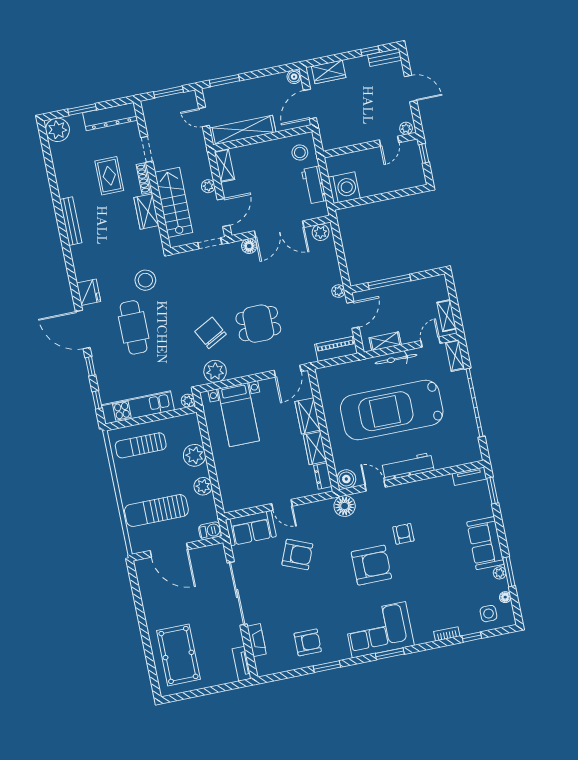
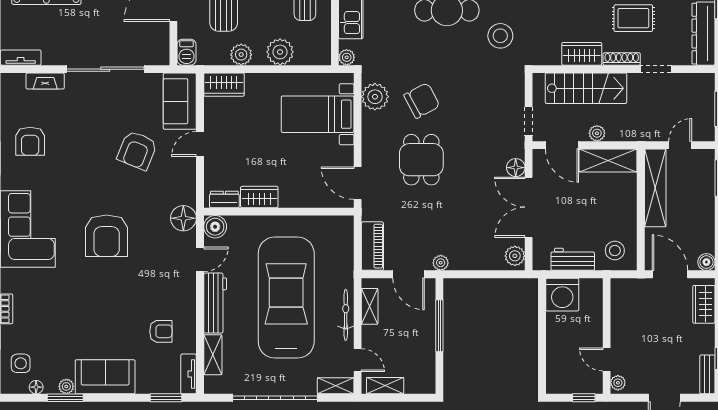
shelving: (224, 165) -> (608, 160), width x1.50, depth x1.33
wardrobe: (308, 416) -> (224, 85), moved, turned 180
shelving: (450, 460) -> (213, 355), added
armchair: (403, 534) -> (161, 331), moved

